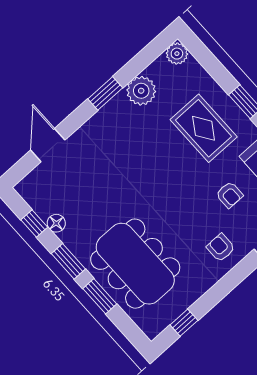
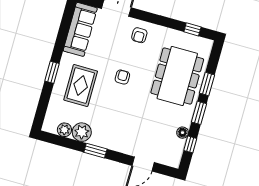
plant: (177, 54) -> (64, 130), moved
armchair: (229, 195) -> (122, 77), moved

